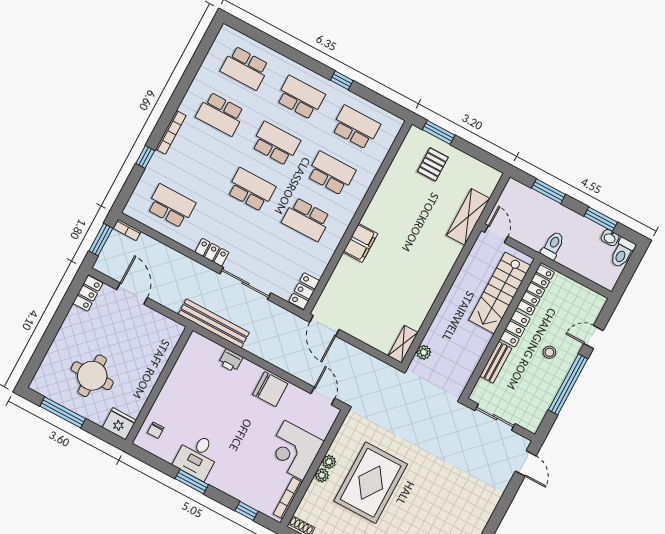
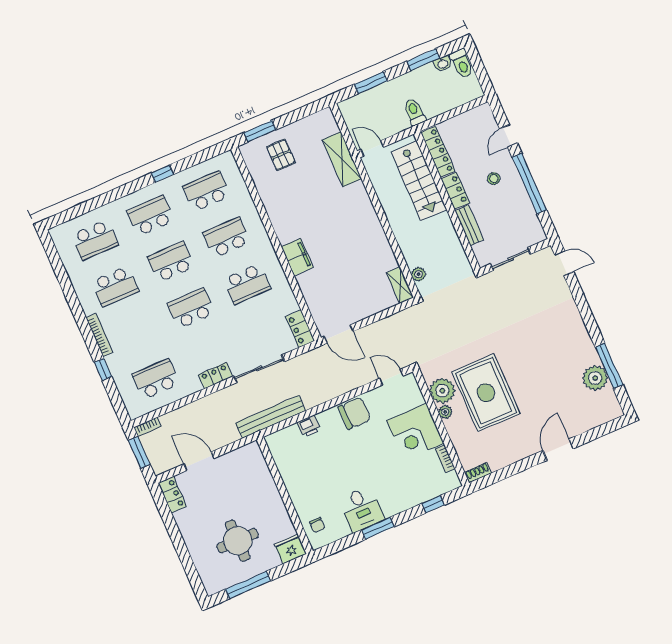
plant: (322, 475) -> (442, 391), moved, width x1.88, depth x1.88
bookcase: (288, 498) -> (445, 458), width x0.64

